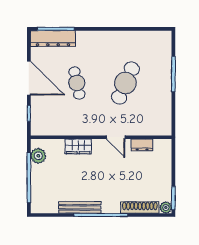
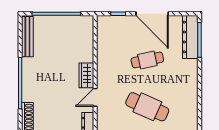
door: (29, 78) -> (152, 14), hinge flipped
wardrobe: (78, 146) -> (86, 75), moved
plant: (38, 156) -> (77, 23), removed
bench: (80, 207) -> (27, 37), moved

